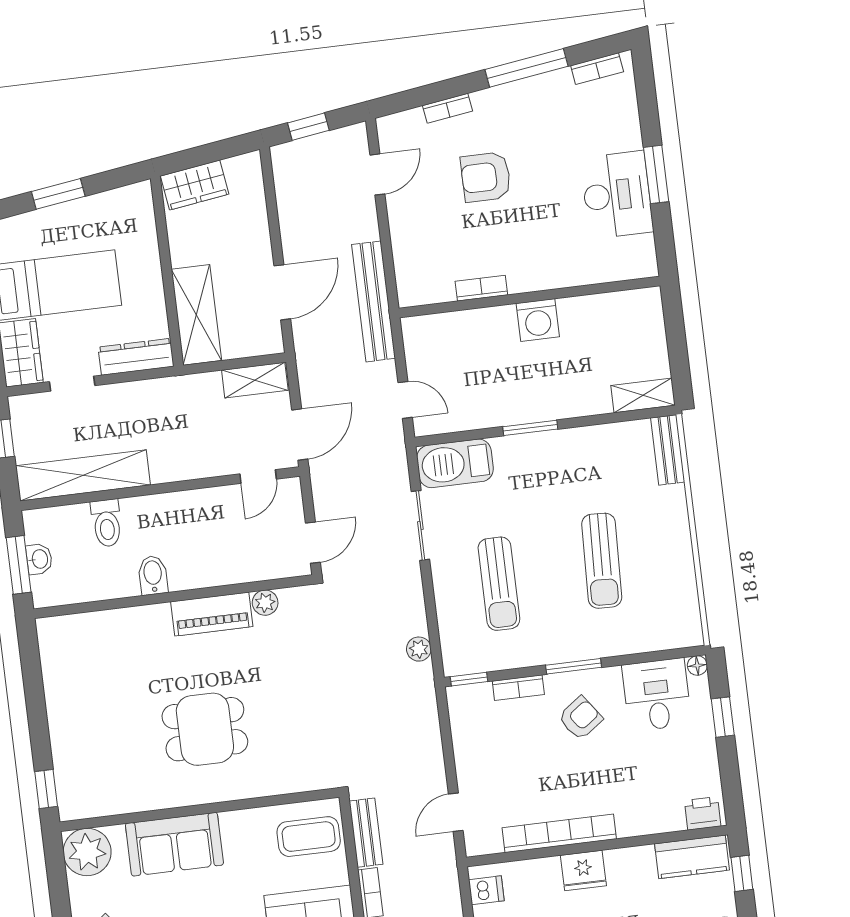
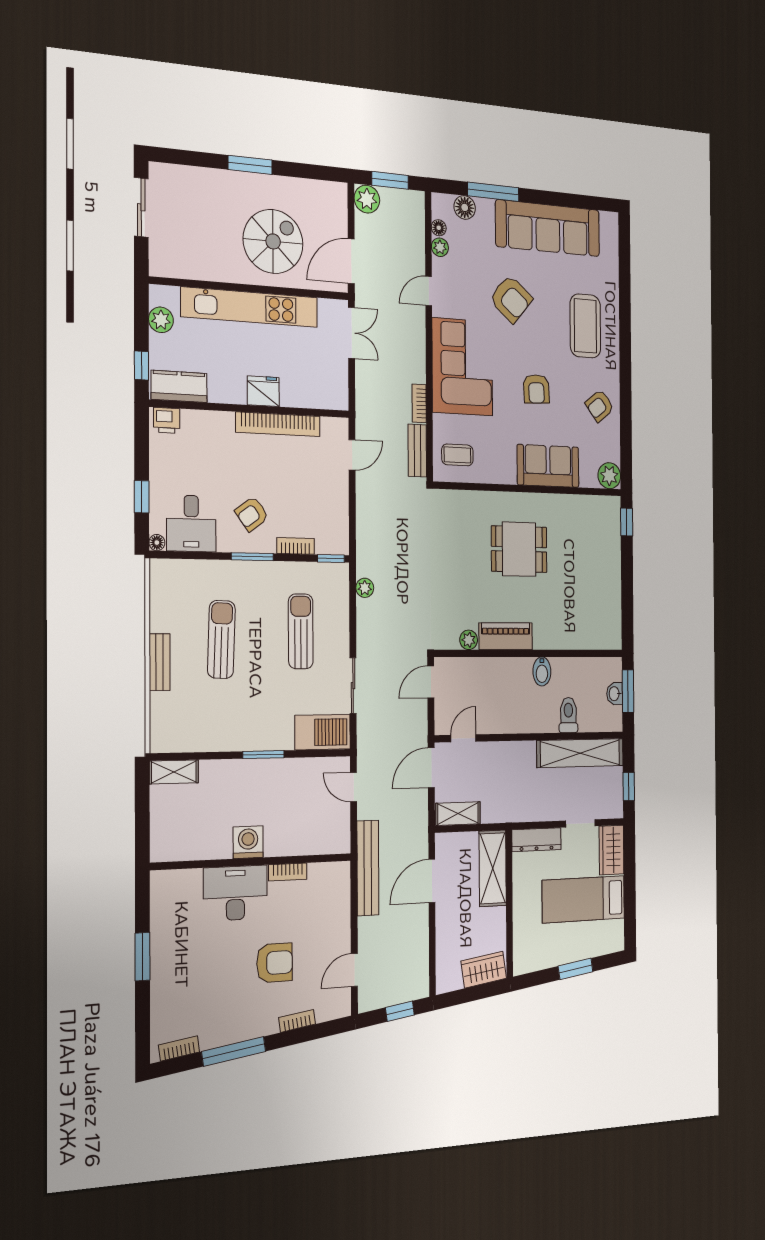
desk: (617, 195) -> (235, 893), moved, turned 90
bench: (668, 450) -> (160, 662), moved
coffee table: (309, 837) -> (457, 455), width x0.73, depth x0.77
plant: (87, 852) -> (609, 476), width x0.73, depth x0.73
dishwasher: (486, 890) -> (336, 389), removed

